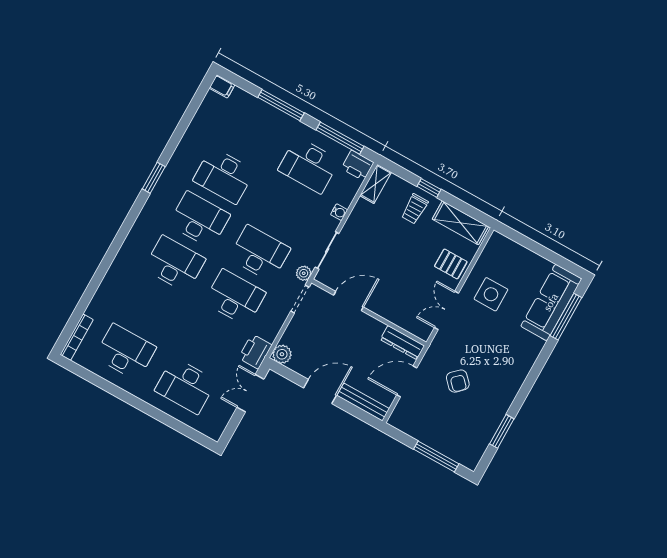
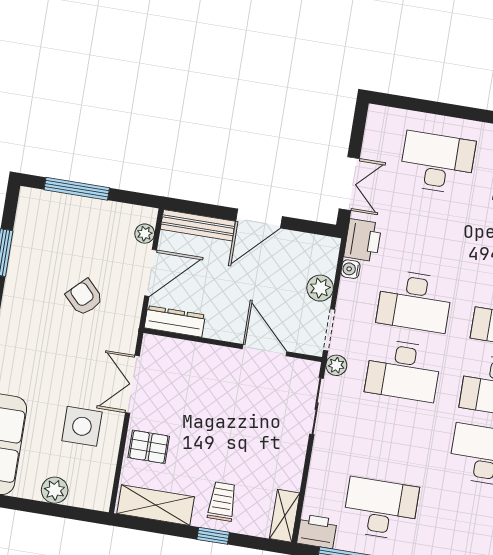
water cooler: (339, 212) -> (351, 269), moved
plant: (525, 258) -> (55, 490), added
door: (349, 301) -> (265, 350), swing flipped
double door: (447, 310) -> (132, 384), swing flipped
plant: (282, 354) -> (320, 288), moved
plant: (401, 409) -> (145, 234), added

